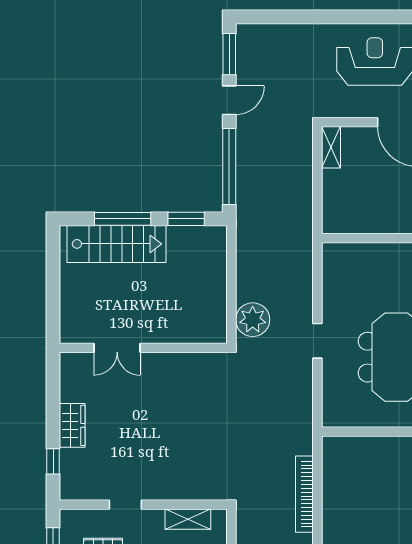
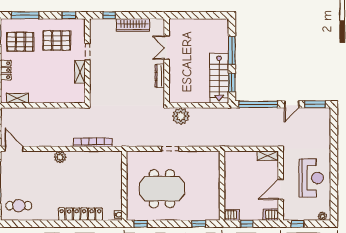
door: (229, 100) -> (292, 104), hinge flipped
stairs: (116, 244) -> (219, 78), moved
dresser: (173, 361) -> (160, 76), added
wardrobe: (72, 425) -> (133, 25), width x1.50
shelving: (188, 519) -> (80, 72), moved

